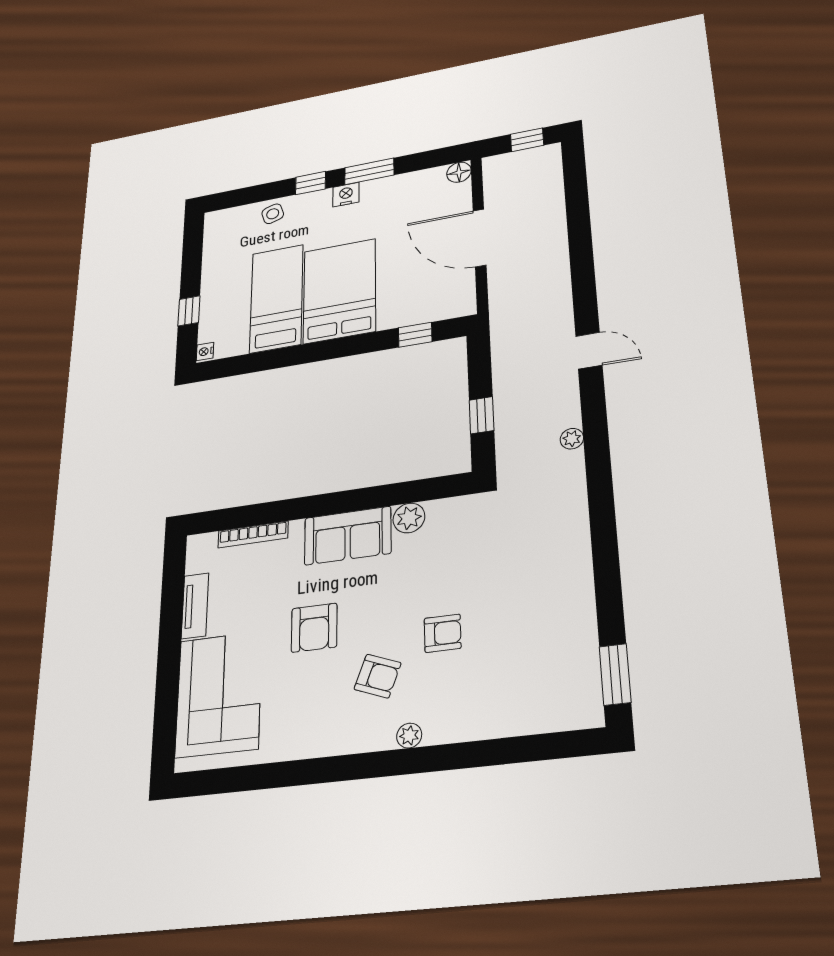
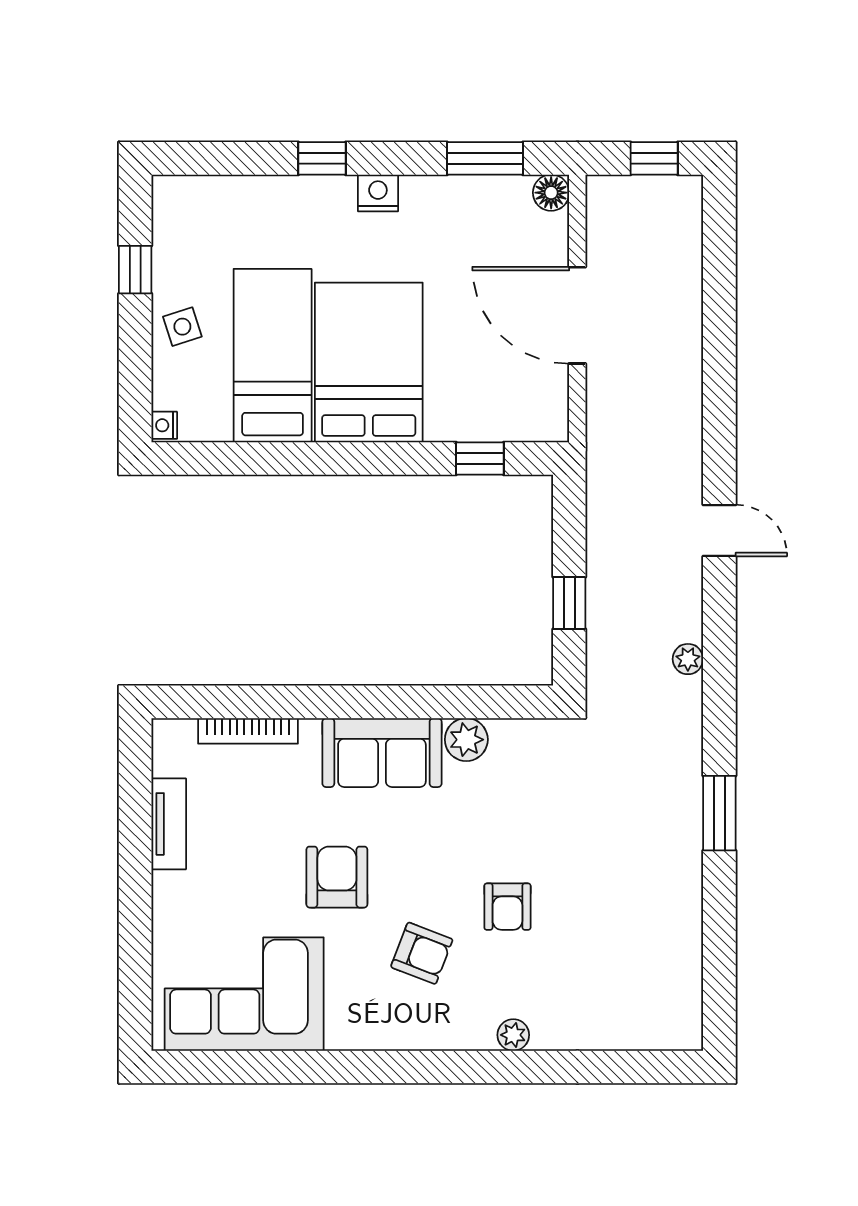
window: (369, 171) -> (485, 158), moved
side table: (273, 214) -> (182, 327), moved
window: (189, 311) -> (135, 270), moved
armchair: (314, 628) -> (337, 877), turned 180
armchair: (443, 633) -> (507, 907), turned 90
window: (615, 674) -> (719, 813), moved
corner sofa: (219, 694) -> (244, 994), moved, turned -90
plant: (409, 736) -> (513, 1035), moved

